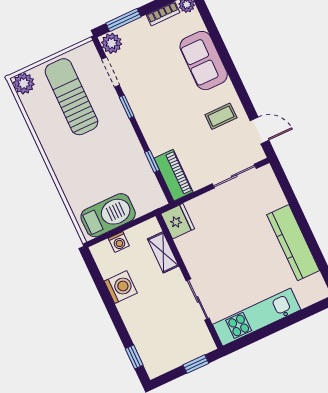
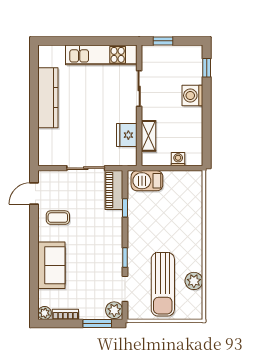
plant: (24, 83) -> (194, 281), moved
door: (259, 130) -> (34, 194), hinge flipped
sliding door: (234, 176) -> (86, 168), moved
barbecue: (108, 215) -> (147, 181), moved, width x0.73, depth x0.83
fridge: (178, 221) -> (127, 135), moved
washing machine: (121, 287) -> (192, 95), moved

